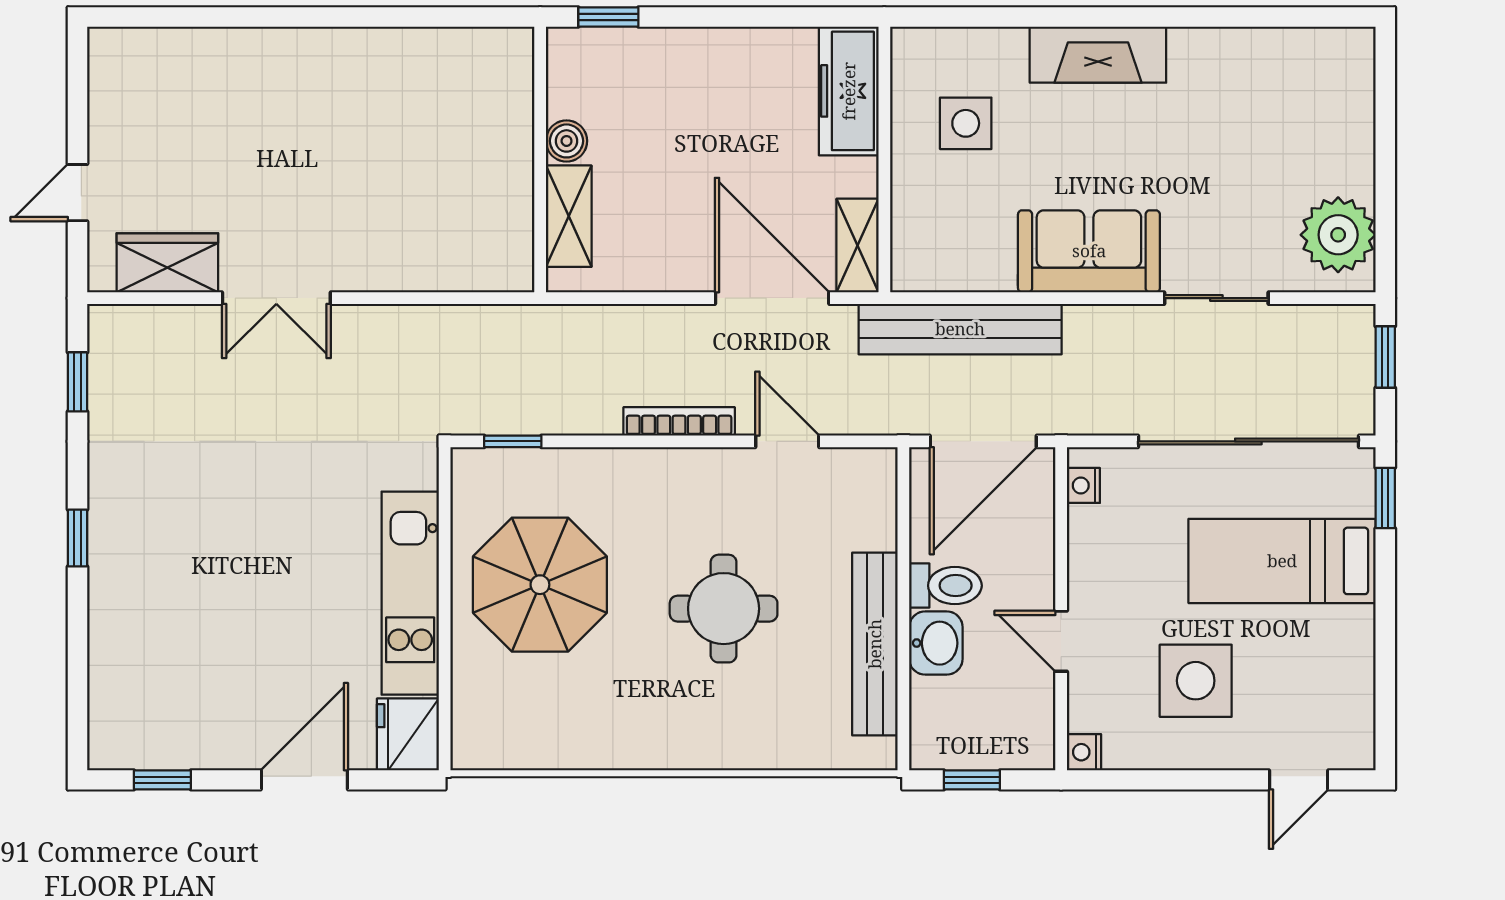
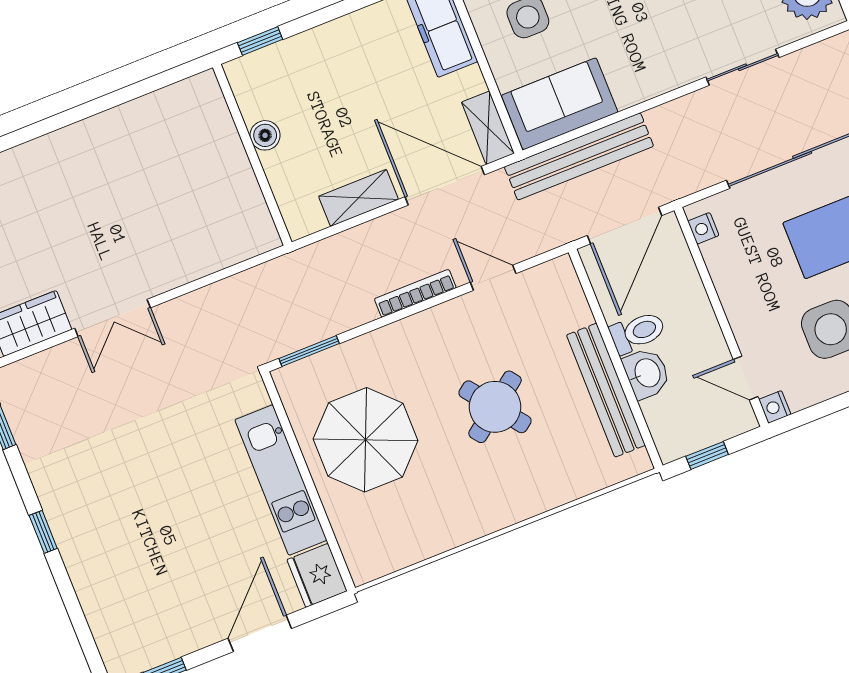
shelving: (569, 216) -> (358, 198), moved, turned 90
sofa: (1089, 251) -> (560, 104), moved
window: (513, 441) -> (309, 351), width x1.50
round table: (724, 609) -> (495, 407), turned -37
door: (1061, 641) -> (746, 378), moved

